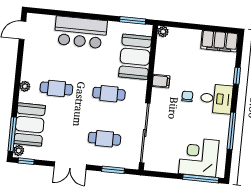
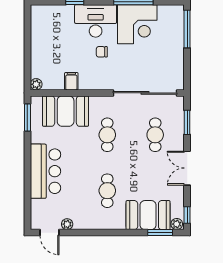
filing cabinet: (220, 41) -> (40, 24), removed
filing cabinet: (161, 81) -> (71, 81), moved
plant: (25, 86) -> (67, 224), moved
desk: (216, 99) -> (96, 21), width x1.37
window: (12, 134) -> (160, 233), width x0.69
corner desk: (199, 157) -> (137, 24), moved, turned -90
double door: (70, 166) -> (187, 168), swing flipped

